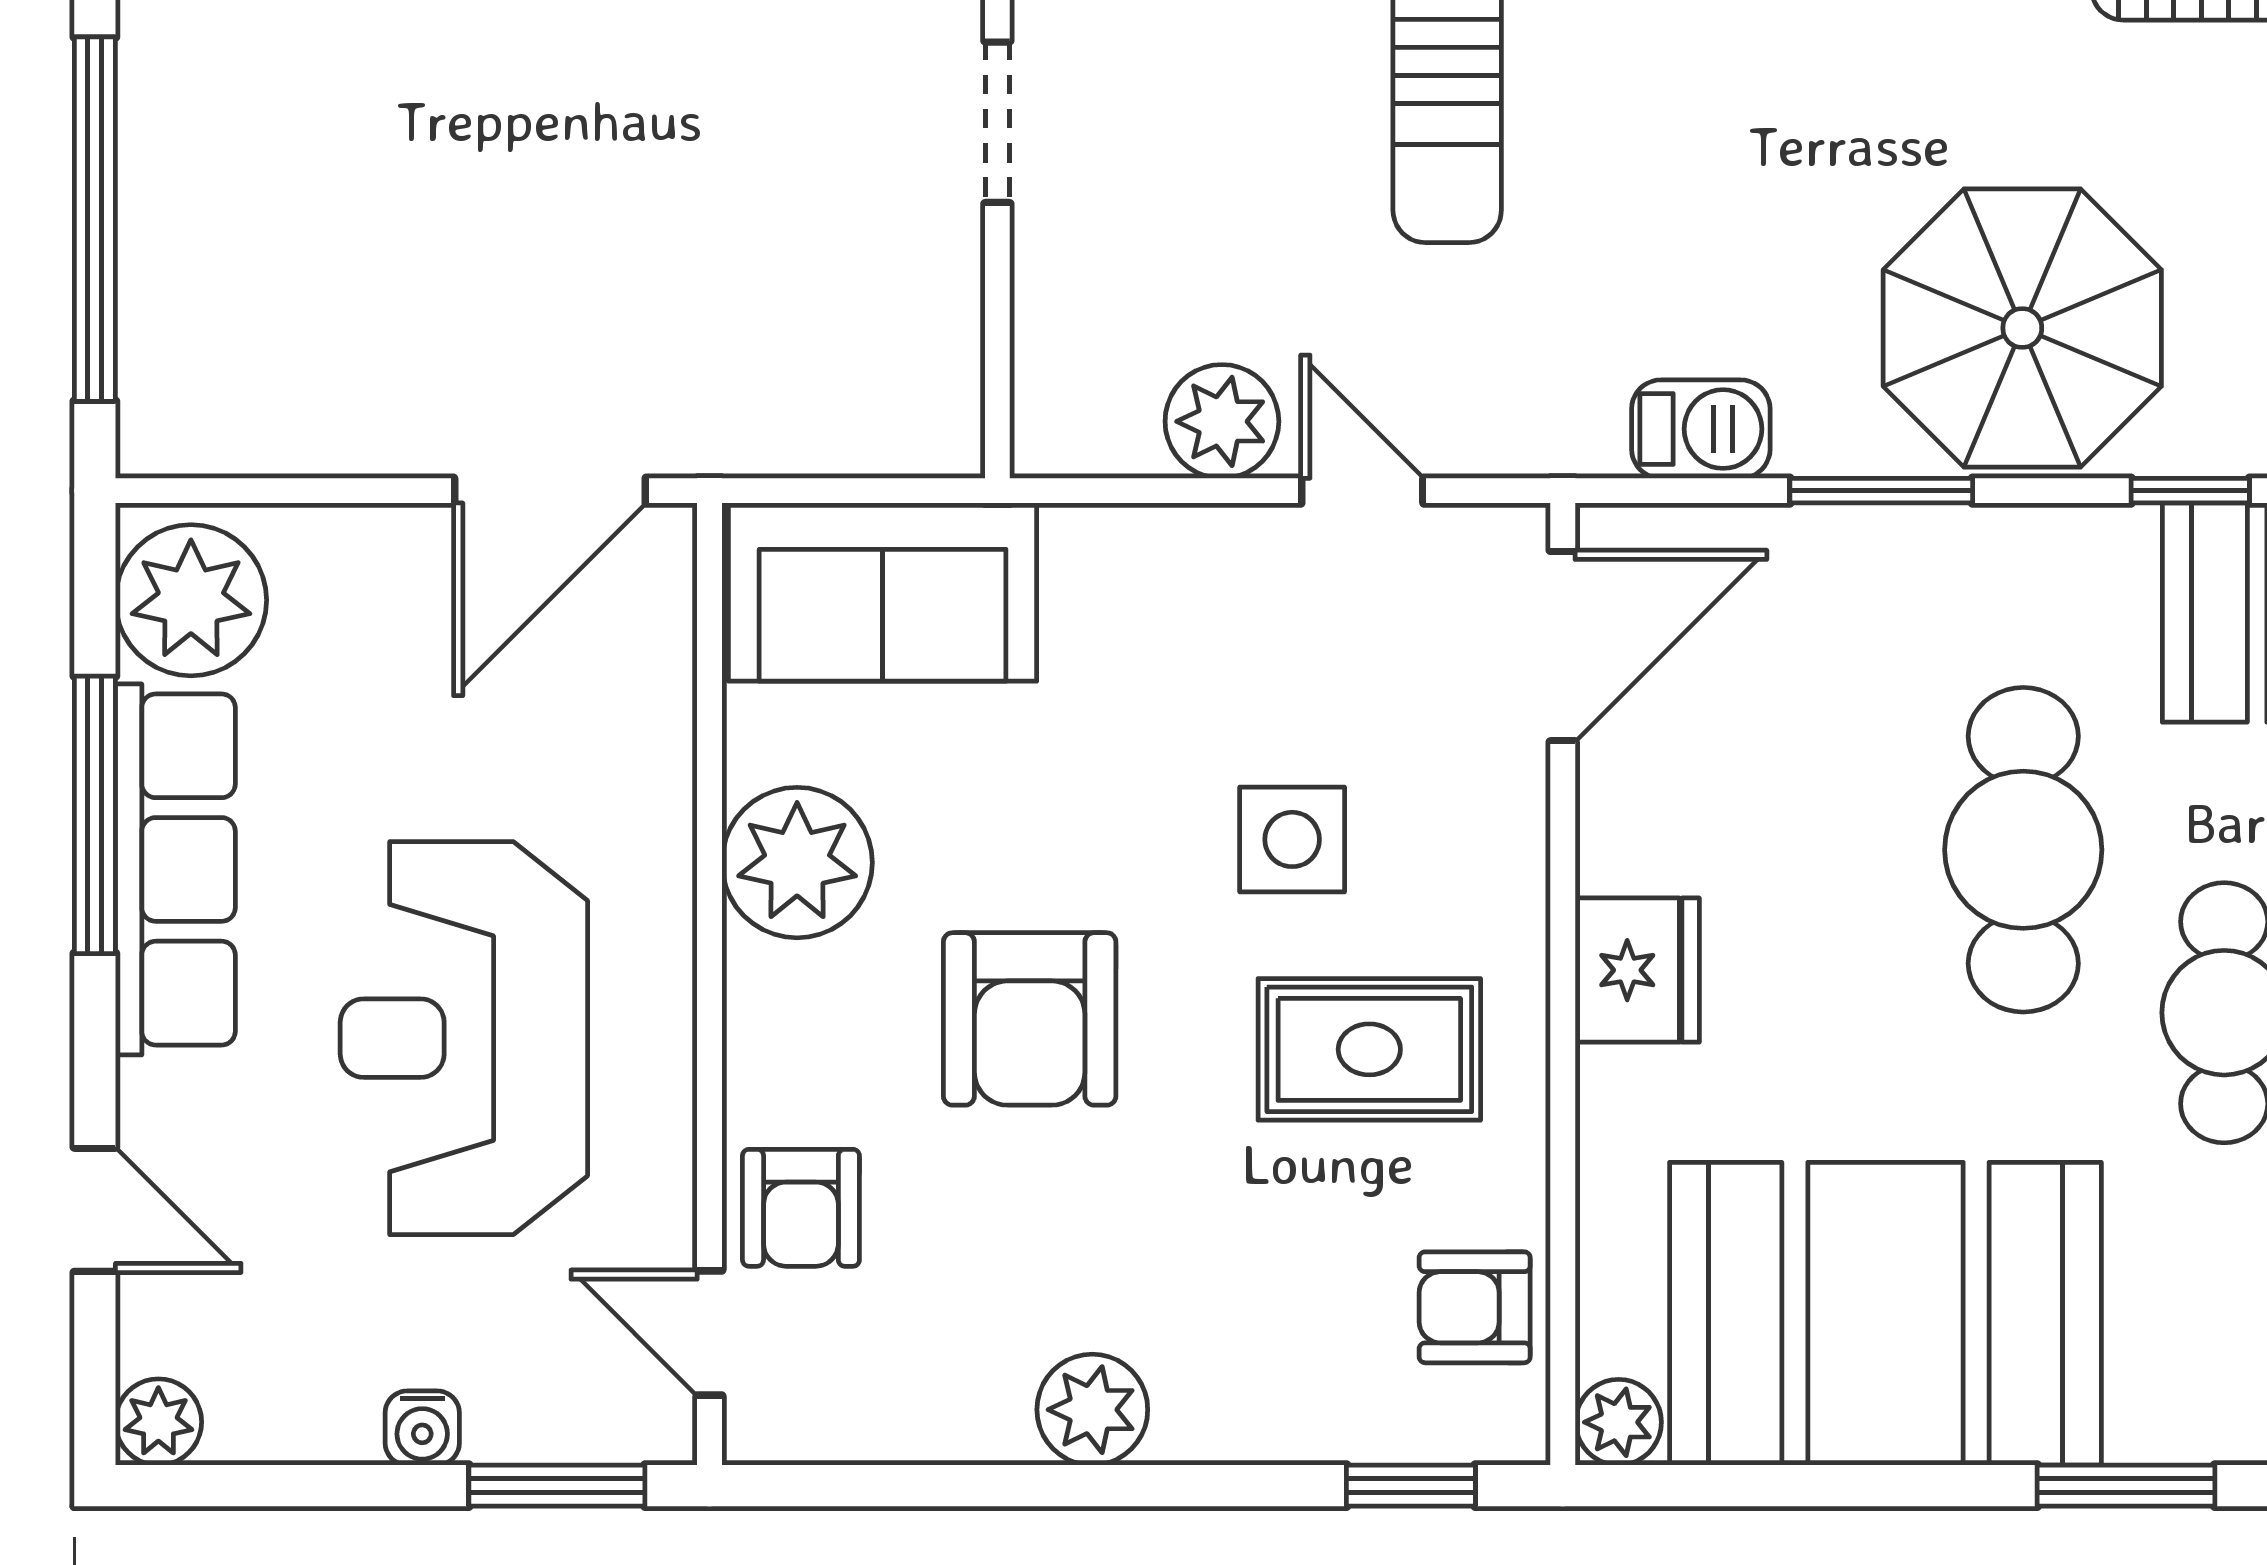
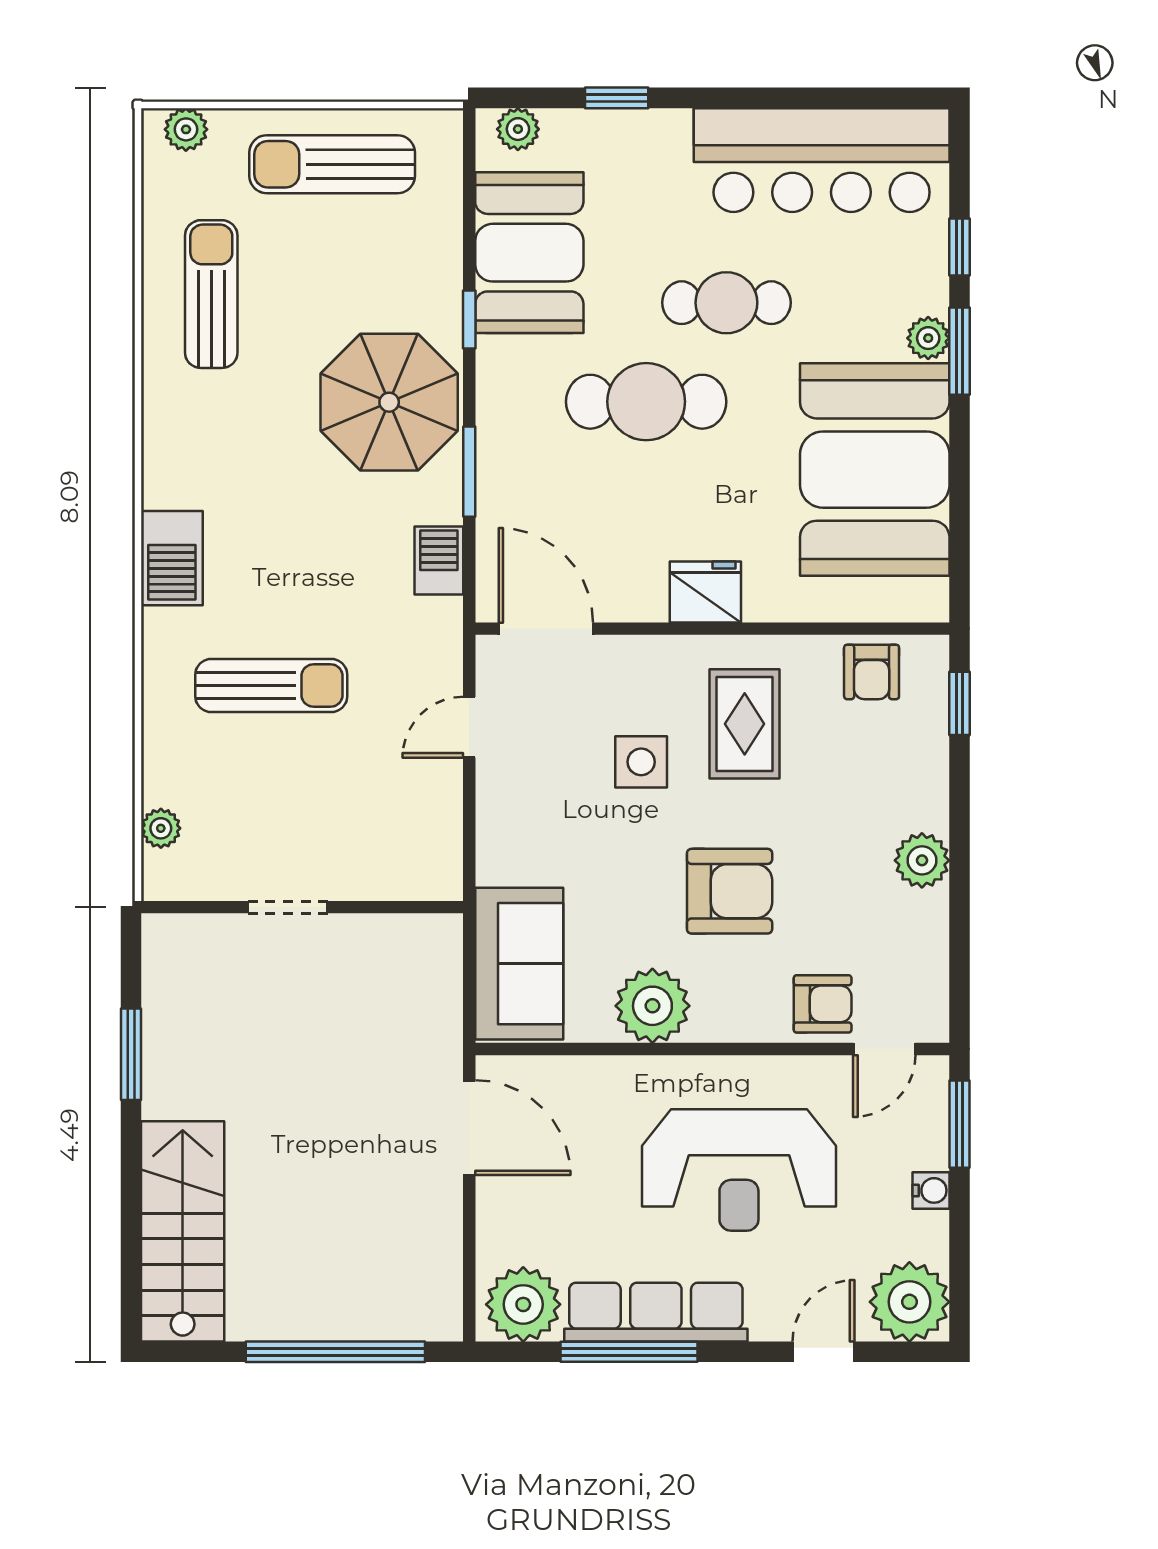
plant: (1222, 421) -> (435, 797), removed
plant: (158, 1422) -> (909, 1302), width x1.87, depth x1.87
plant: (1619, 1422) -> (928, 338), moved

